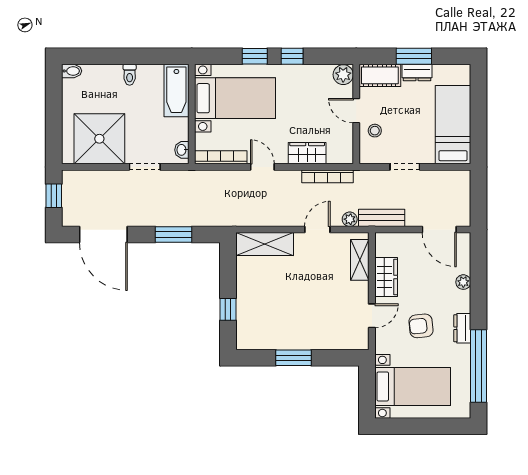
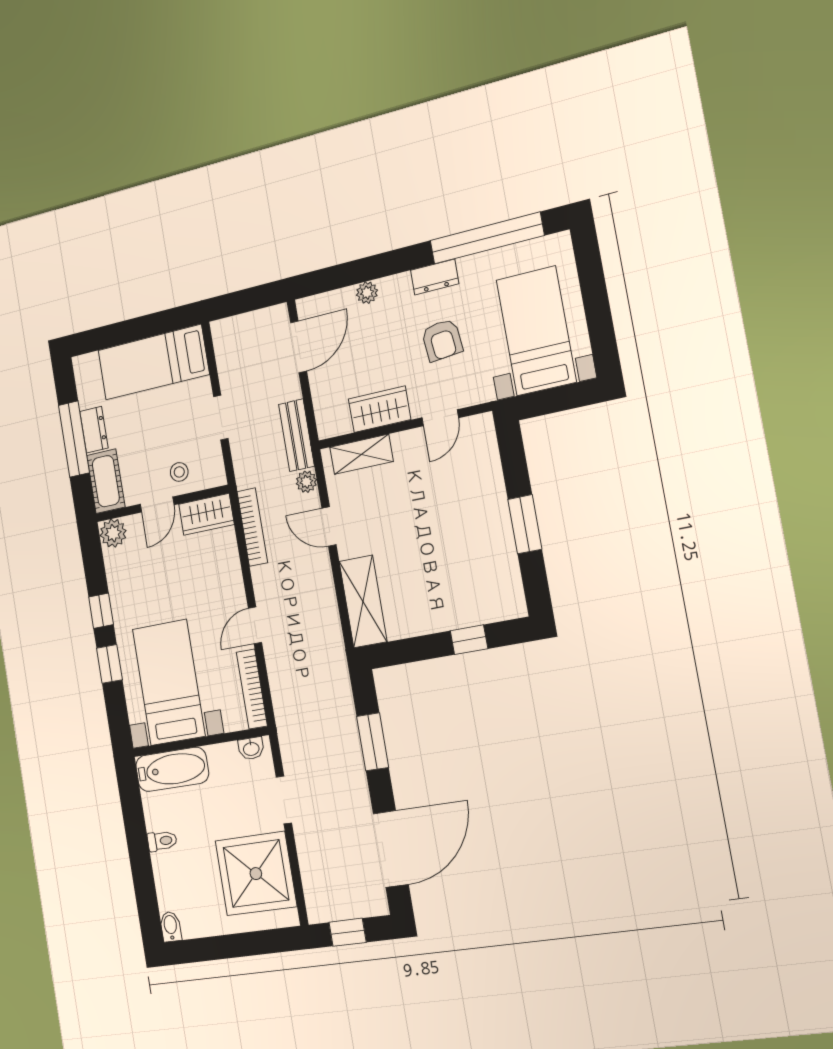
window: (414, 56) -> (74, 439), width x1.44
wardrobe: (307, 153) -> (206, 514), moved, turned -90
door: (372, 316) -> (440, 418), swing flipped

